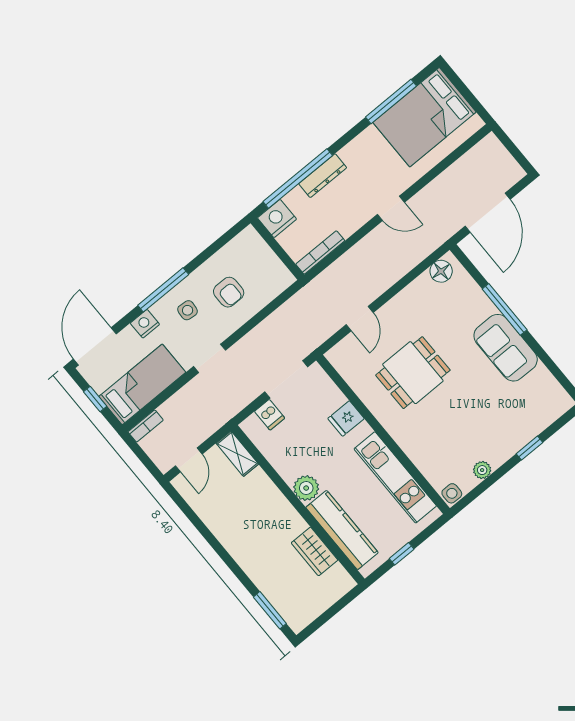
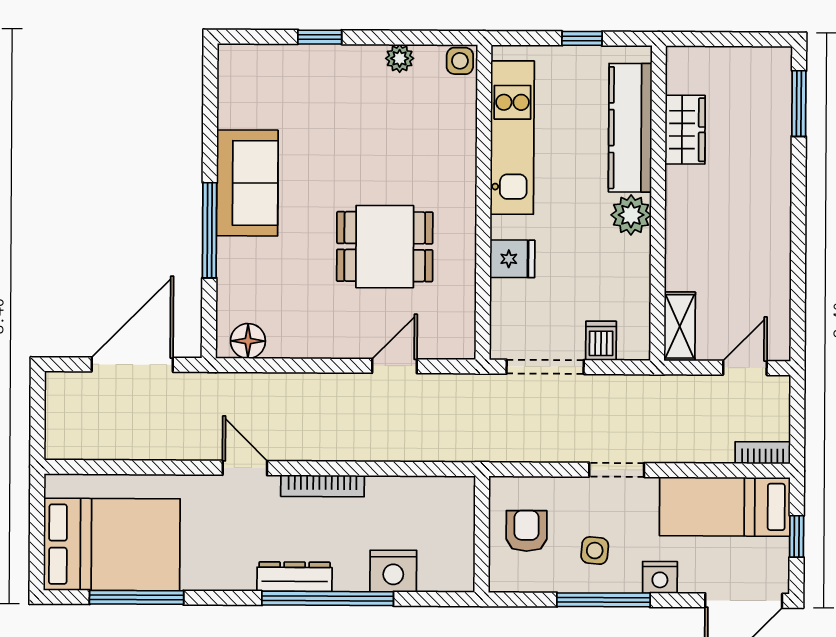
wall: (277, 249) -> (482, 534), moved
bookcase: (320, 252) -> (322, 486), moved

